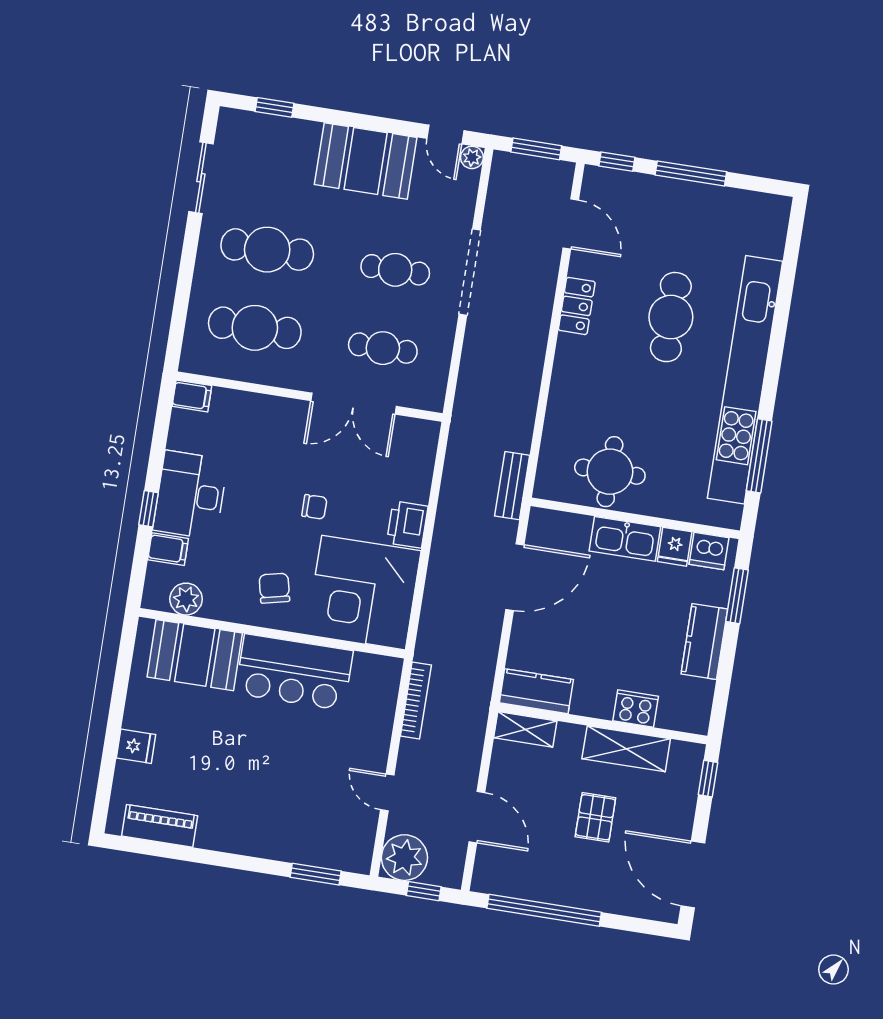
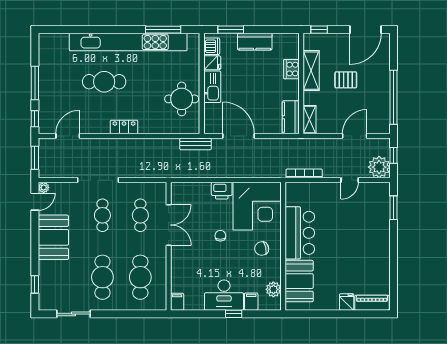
locker: (577, 306) -> (124, 127), moved
piano: (160, 826) -> (372, 303), moved, turned 90

